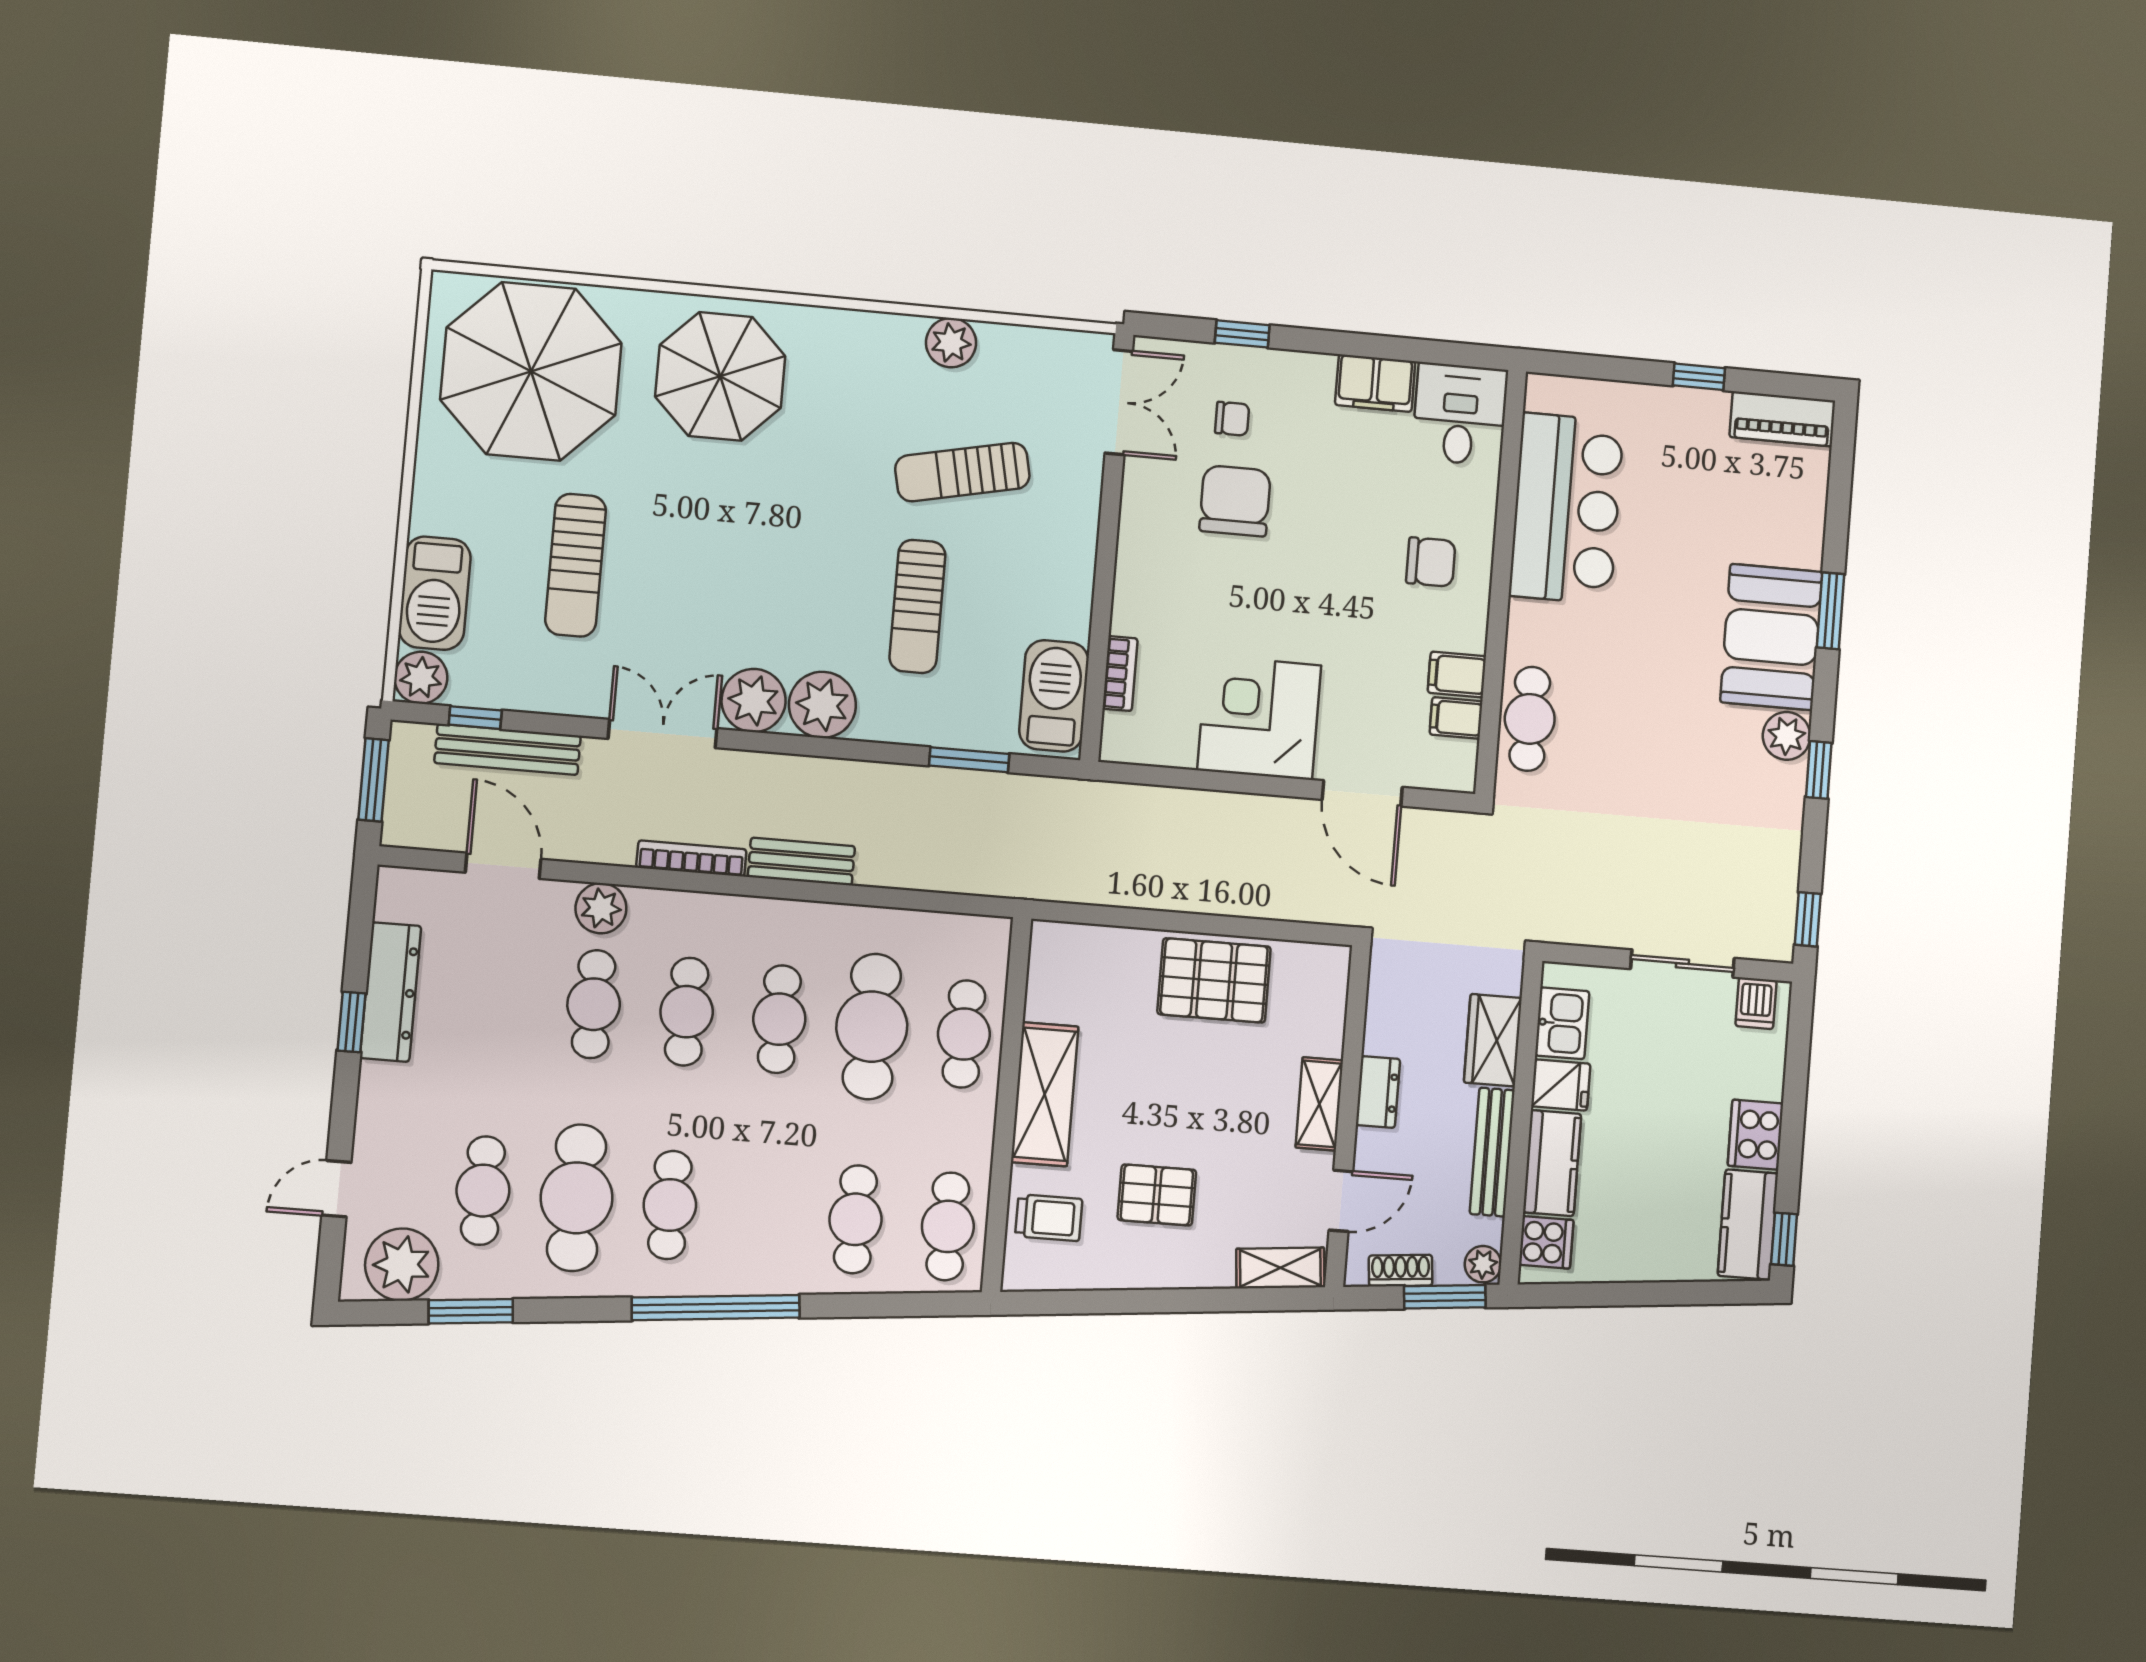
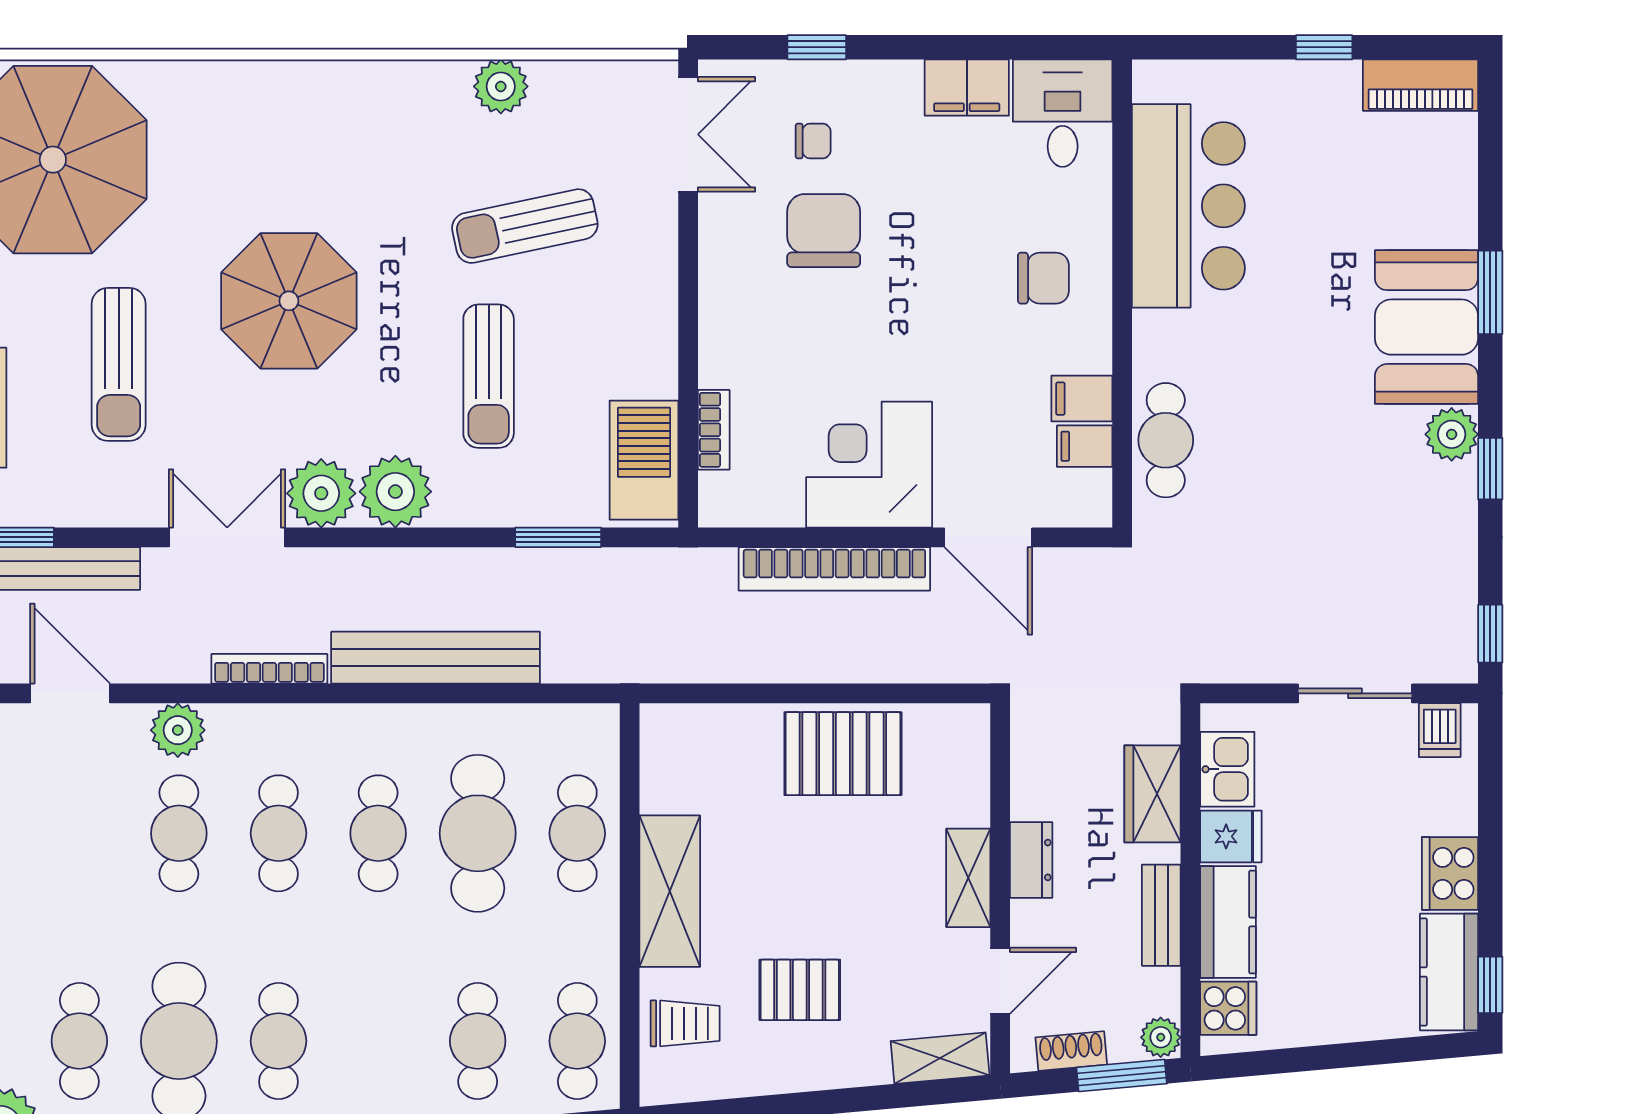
parasol: (720, 376) -> (289, 301), moved
bookcase: (1220, 810) -> (834, 569), added
bench: (801, 862) -> (436, 658), width x1.86, depth x1.21
bench: (1492, 1152) -> (1161, 915), width x0.73

